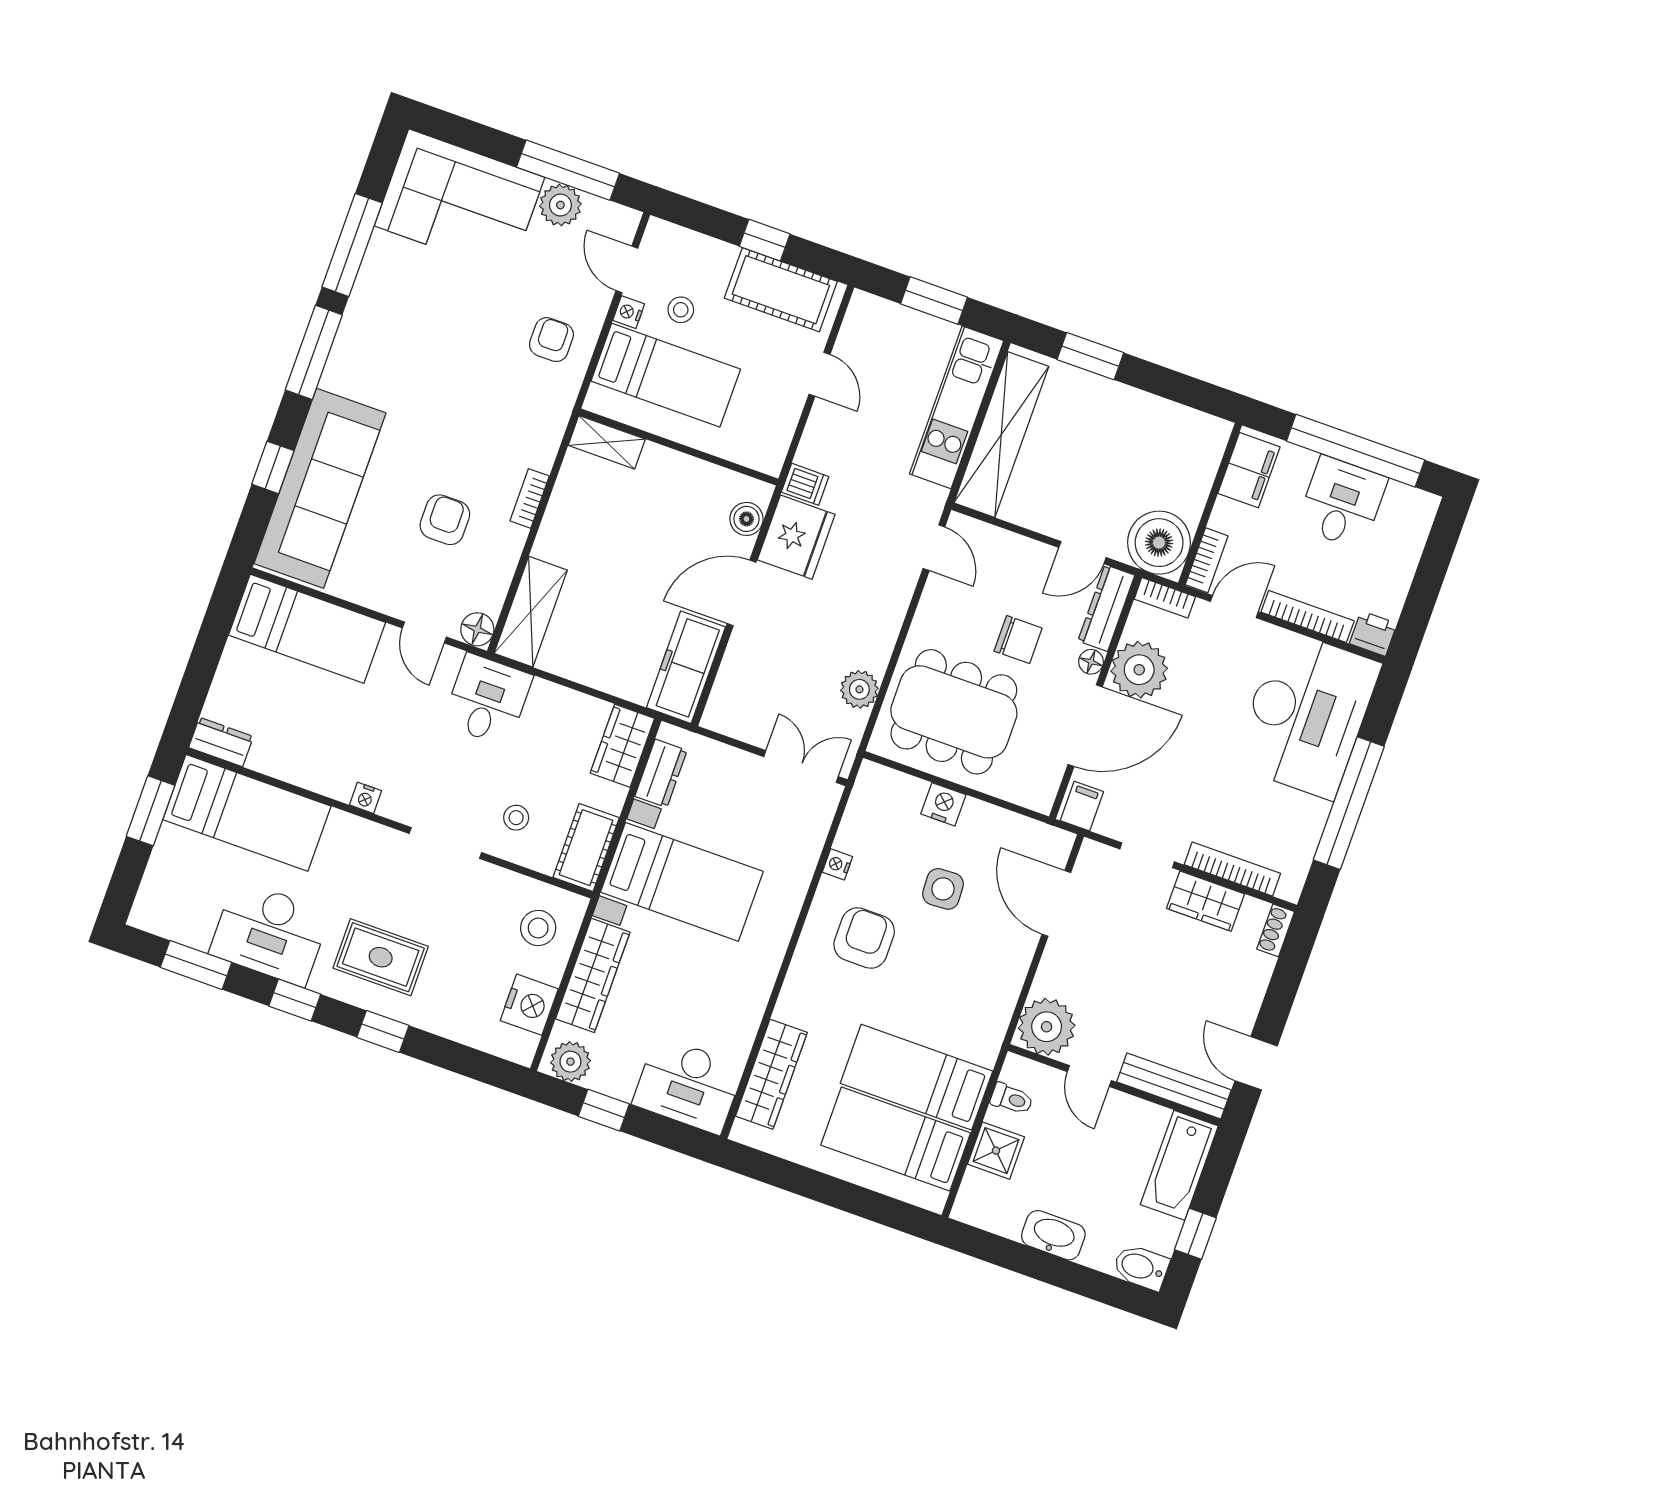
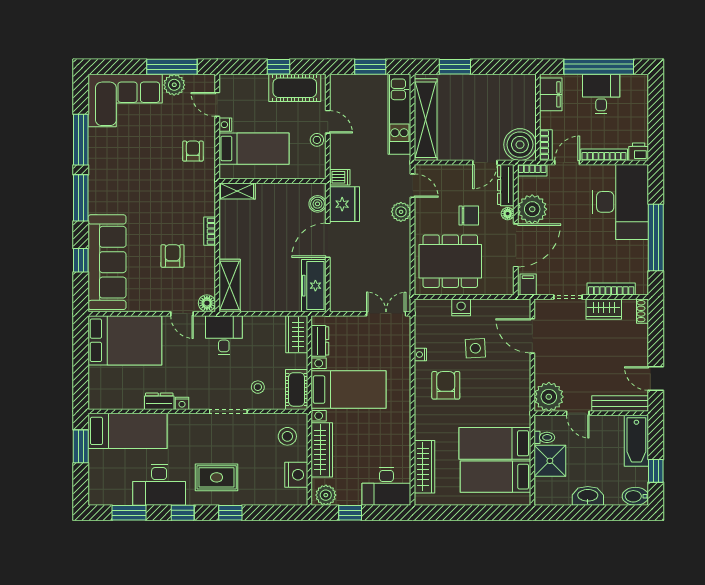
stool: (681, 310) -> (317, 140), moved
bed: (307, 629) -> (125, 340), width x1.50
plant: (859, 689) -> (401, 212), moved
dresser: (221, 742) -> (159, 401), moved
shower: (996, 1151) -> (550, 461), width x1.36, depth x1.36

